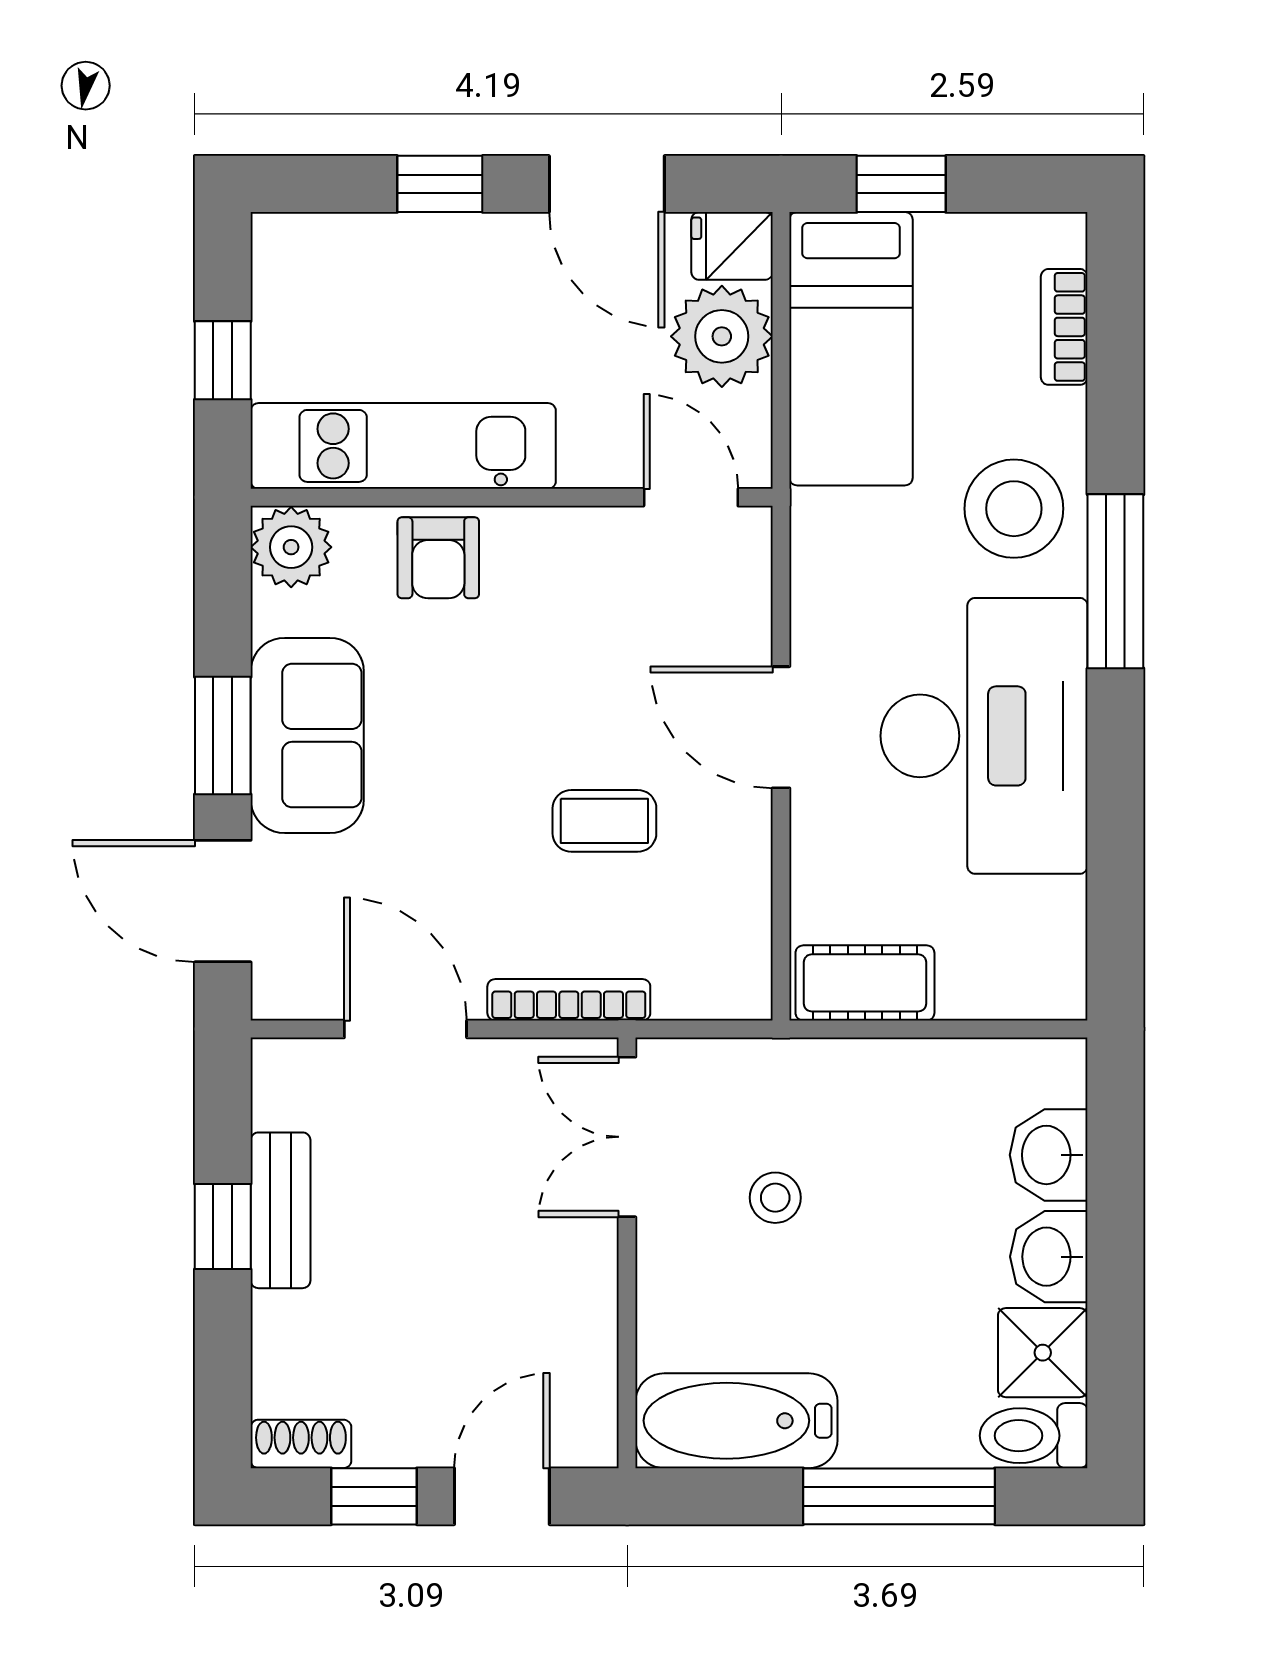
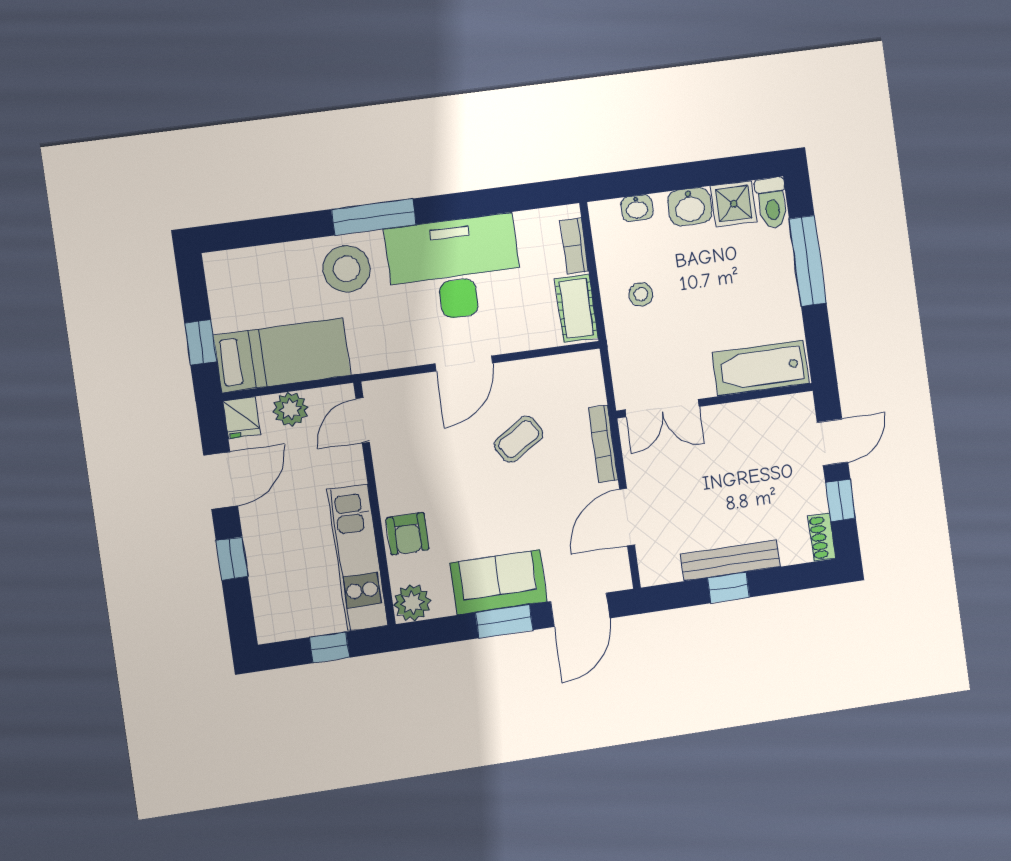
bookcase: (1064, 327) -> (574, 246), moved, turned 90
plant: (722, 336) -> (290, 409), width x0.73, depth x0.73
armchair: (438, 558) -> (408, 534), turned 90
coffee table: (604, 821) -> (519, 439), turned 58
washbasin: (1049, 1155) -> (637, 208), width x0.72, depth x0.69
stool: (775, 1198) -> (641, 294), moved
bench: (281, 1210) -> (730, 560), width x1.36
bathtub: (736, 1421) -> (761, 368), moved, turned 90
door: (502, 1496) -> (833, 442), swing flipped

